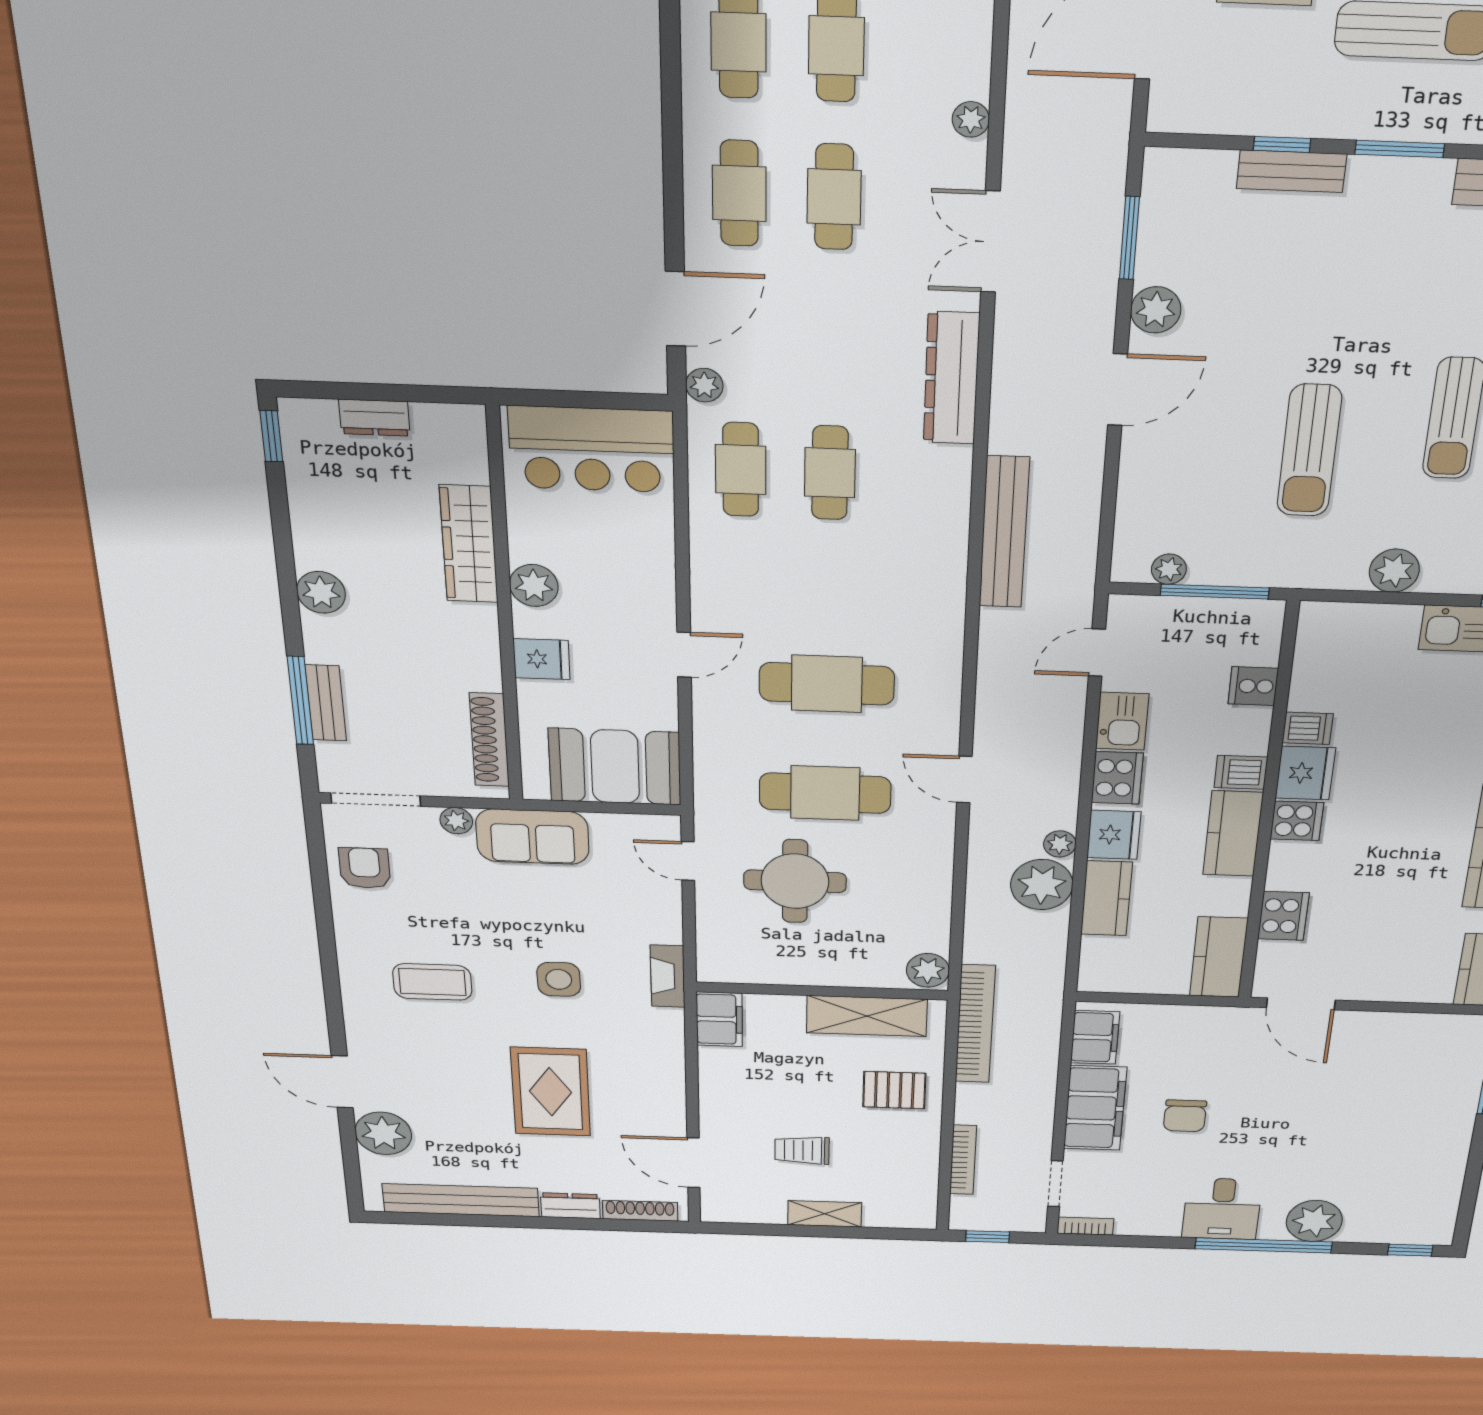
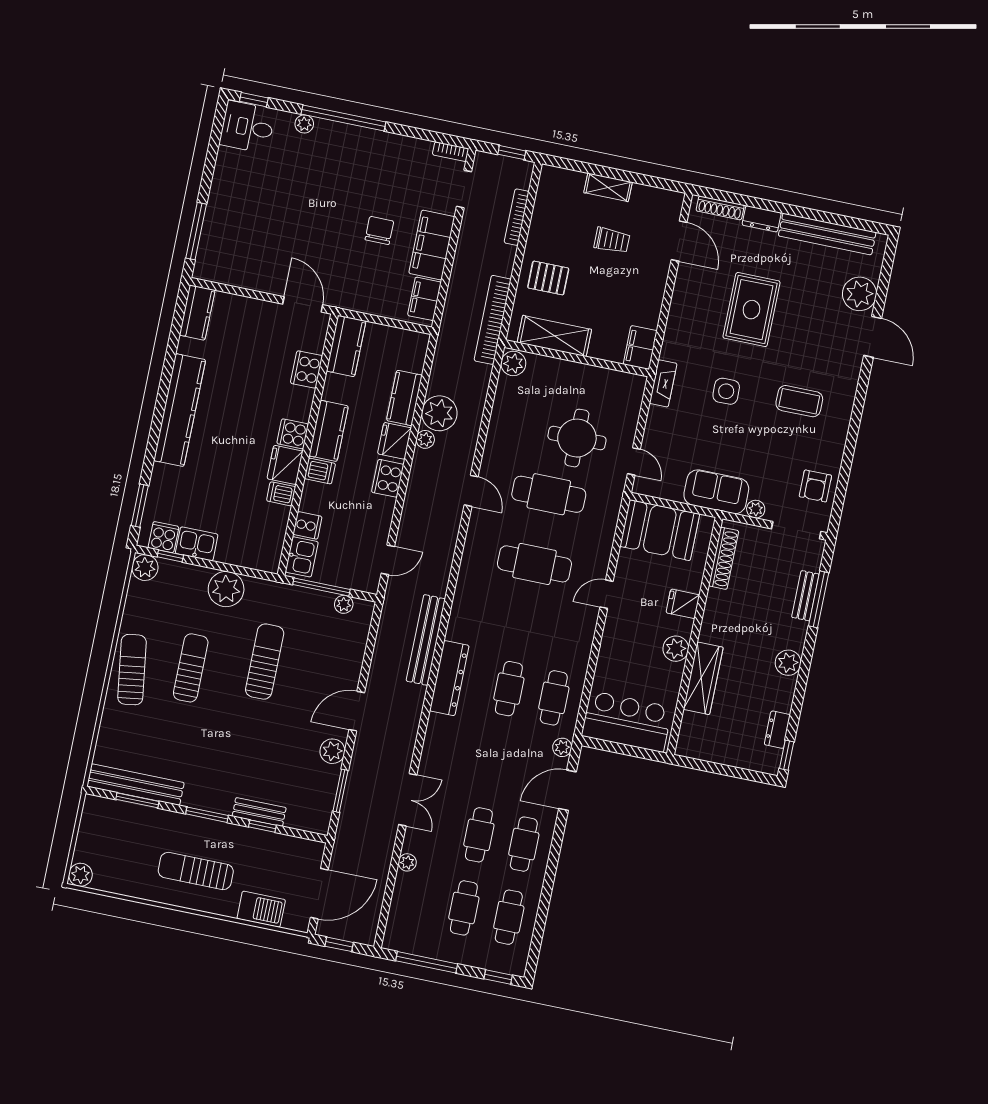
dresser: (951, 378) -> (449, 678), moved
dresser: (374, 418) -> (777, 730), moved, turned -90
plant: (1394, 571) -> (226, 589), width x1.36, depth x1.36
kitchen sink: (1122, 721) -> (302, 557), moved, turned 180
desk: (1222, 1209) -> (247, 127), moved, turned -90
plant: (1314, 1221) -> (304, 124), width x0.53, depth x0.53

